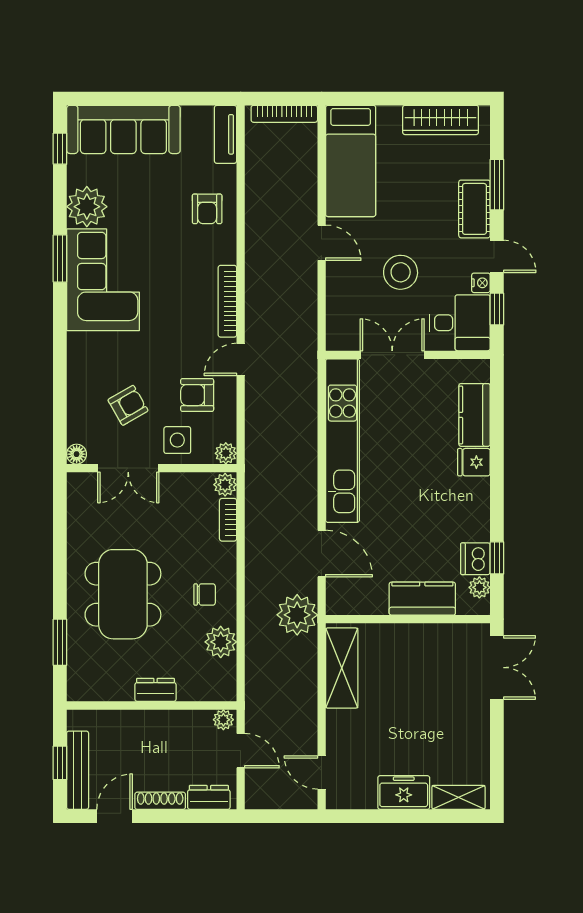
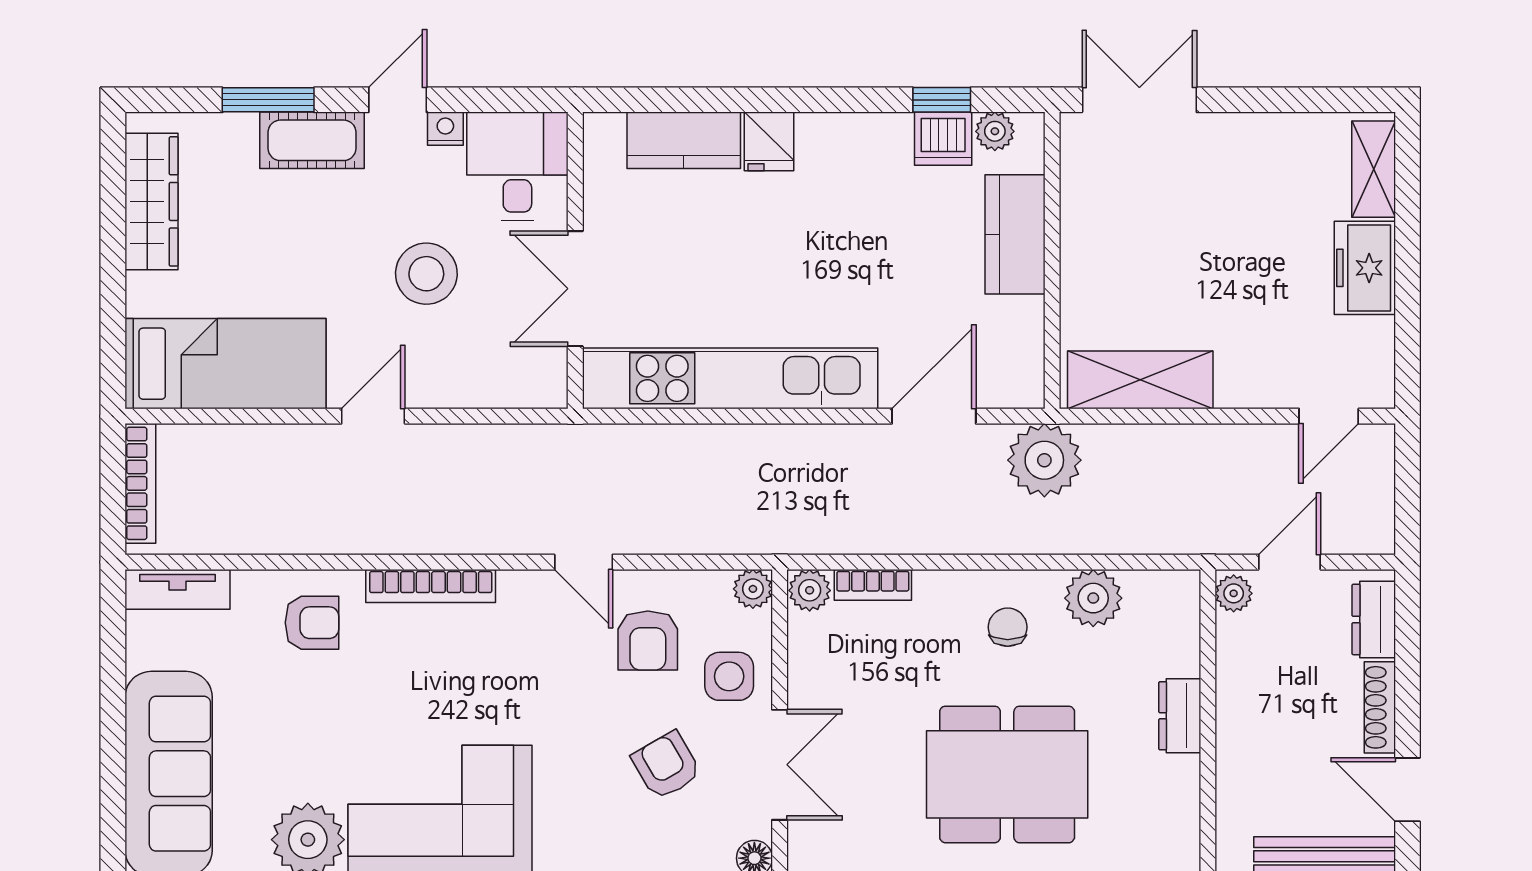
bookcase: (227, 301) -> (431, 586), moved
window: (497, 309) -> (493, 100), removed

